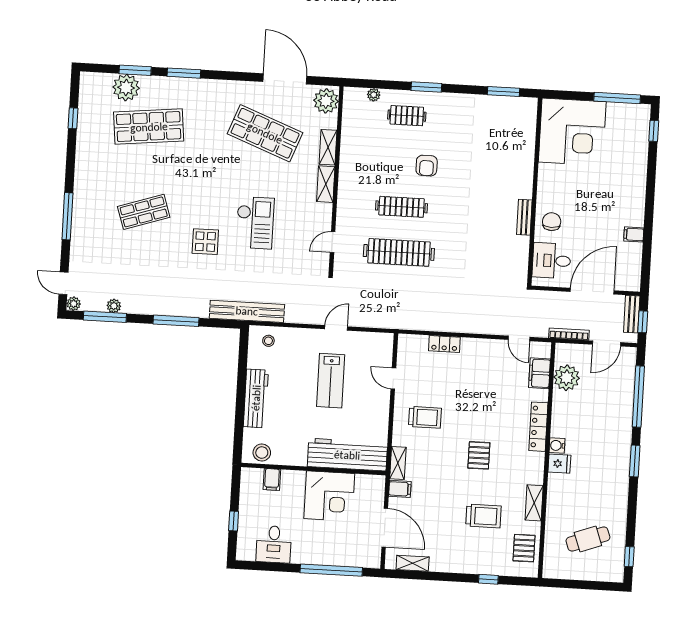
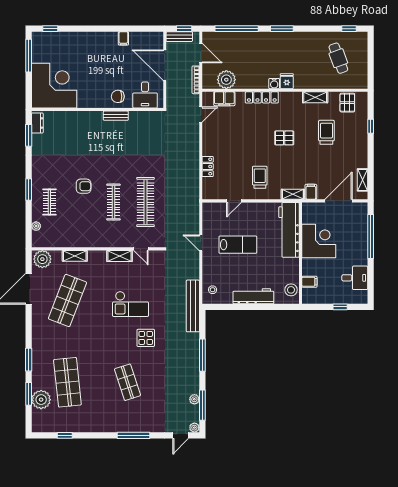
dresser: (520, 105) -> (37, 123), added
shelving: (326, 184) -> (120, 256), moved
checkout: (255, 223) -> (130, 304), turned 180
pallet: (524, 548) -> (347, 103), turned 90

